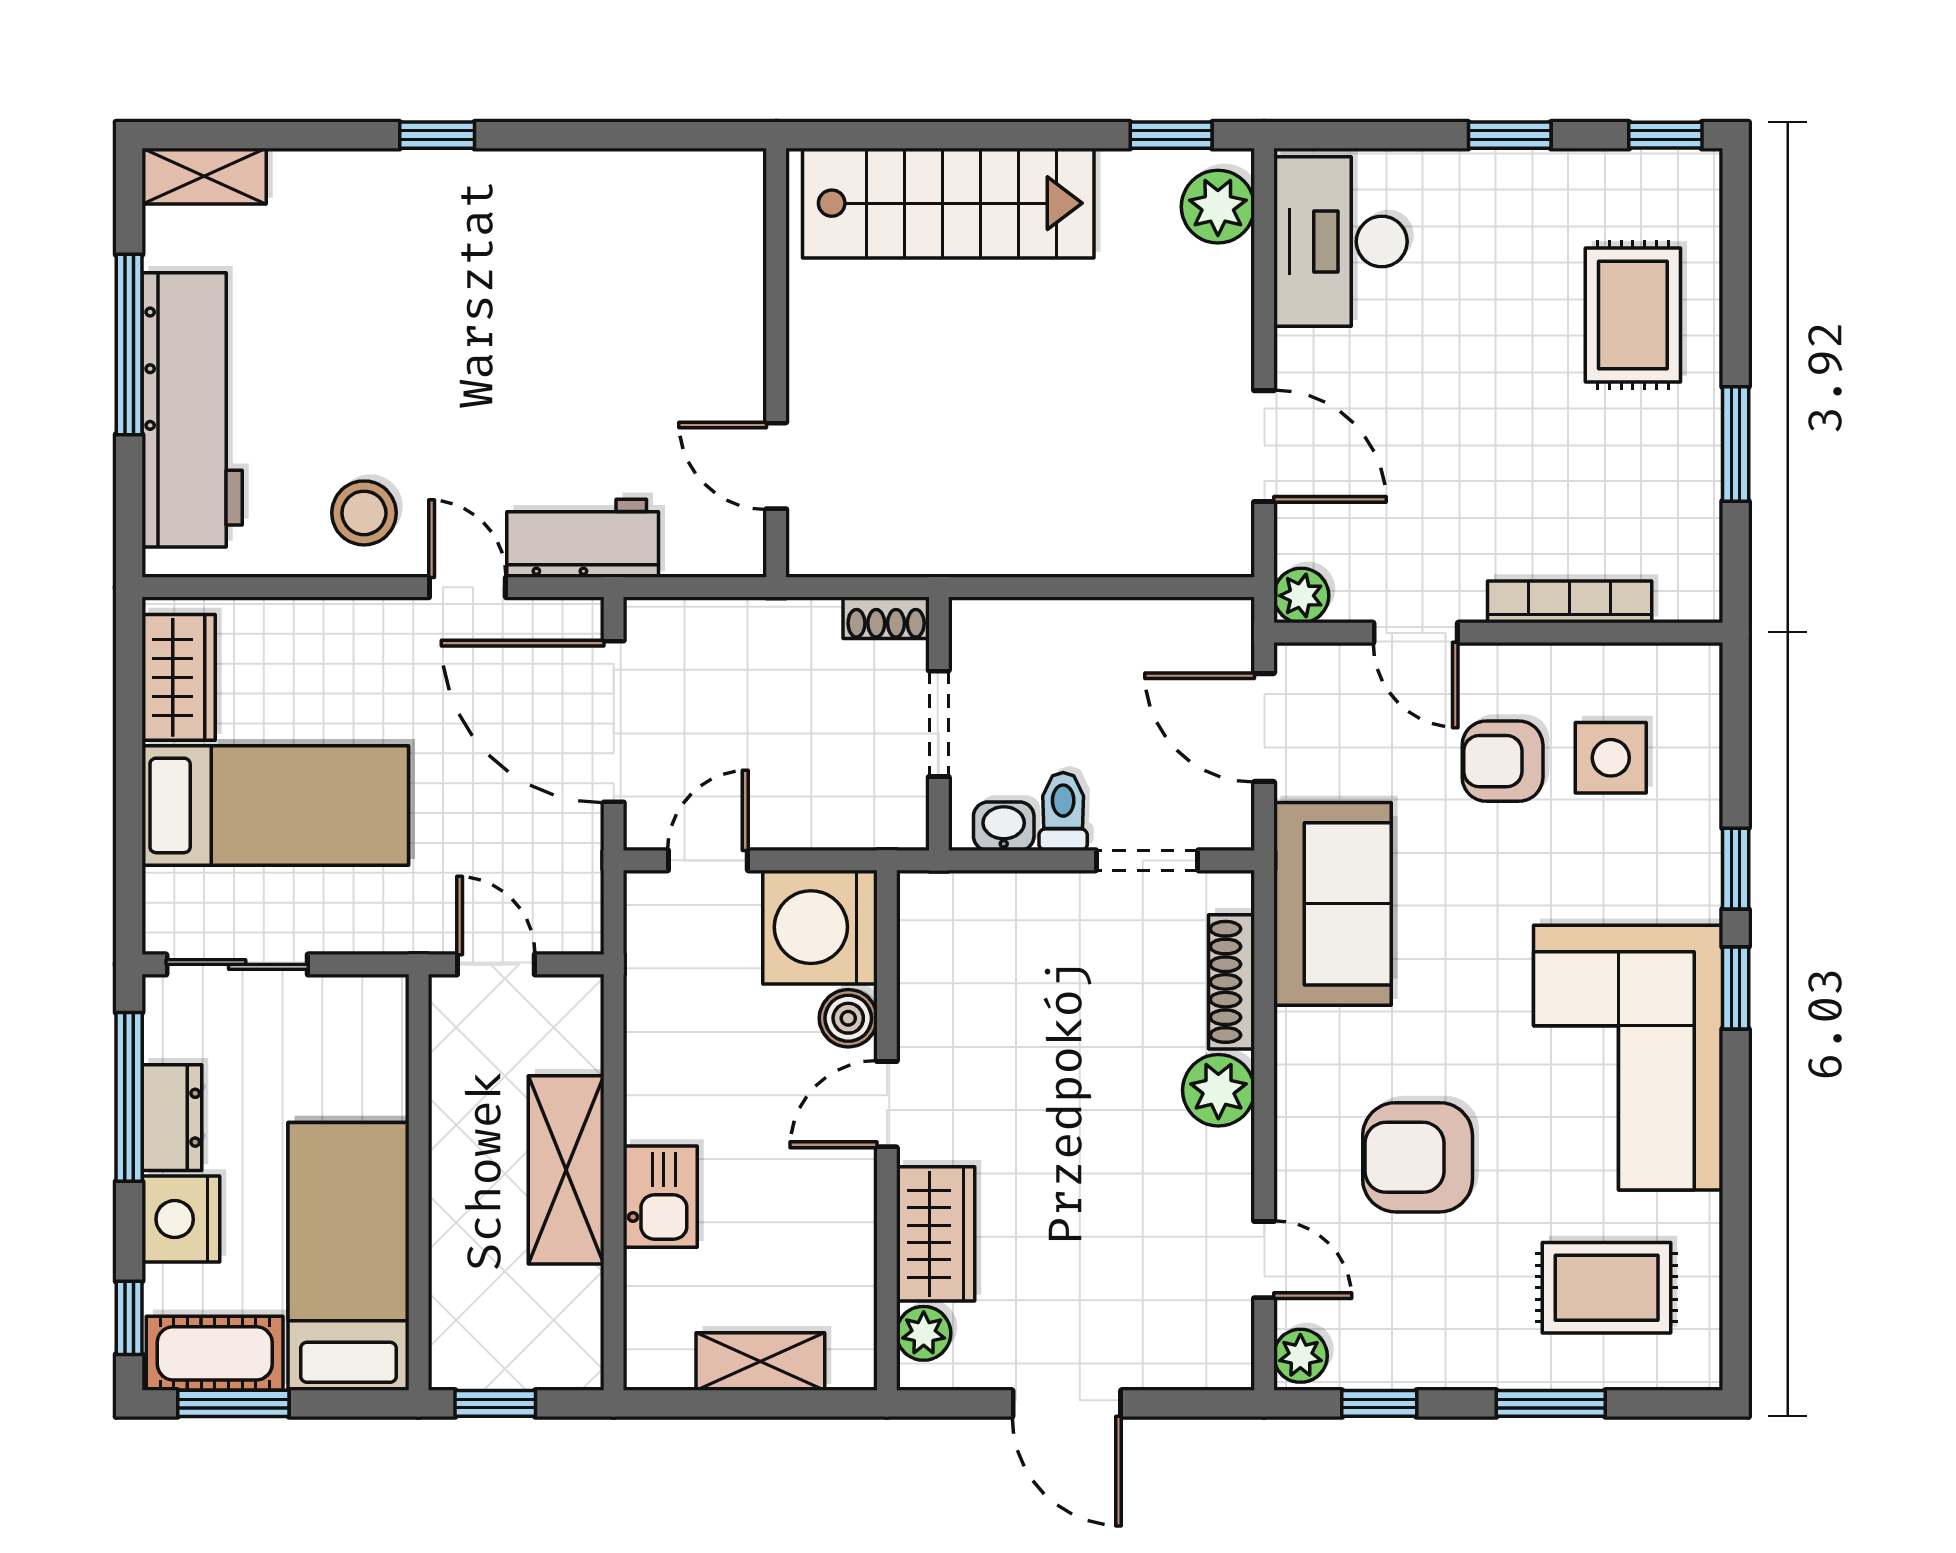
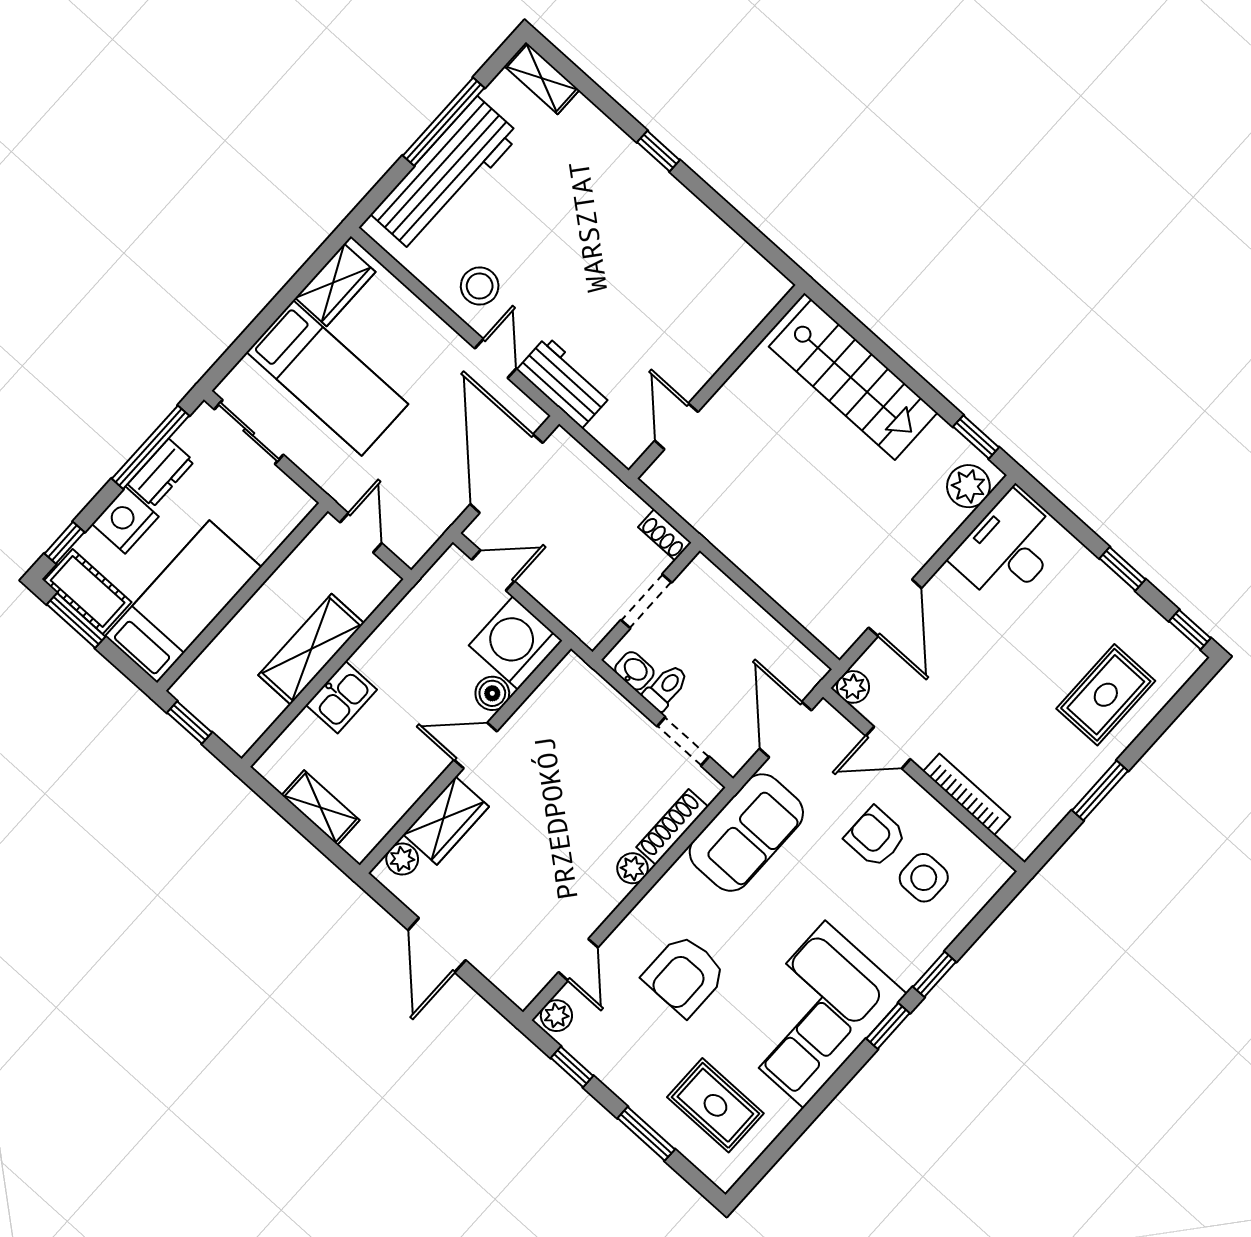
door: (1416, 633) -> (888, 748), hinge flipped
plant: (1218, 1090) -> (632, 868), width x0.73, depth x0.73
armchair: (1418, 1157) -> (684, 975), turned -90

